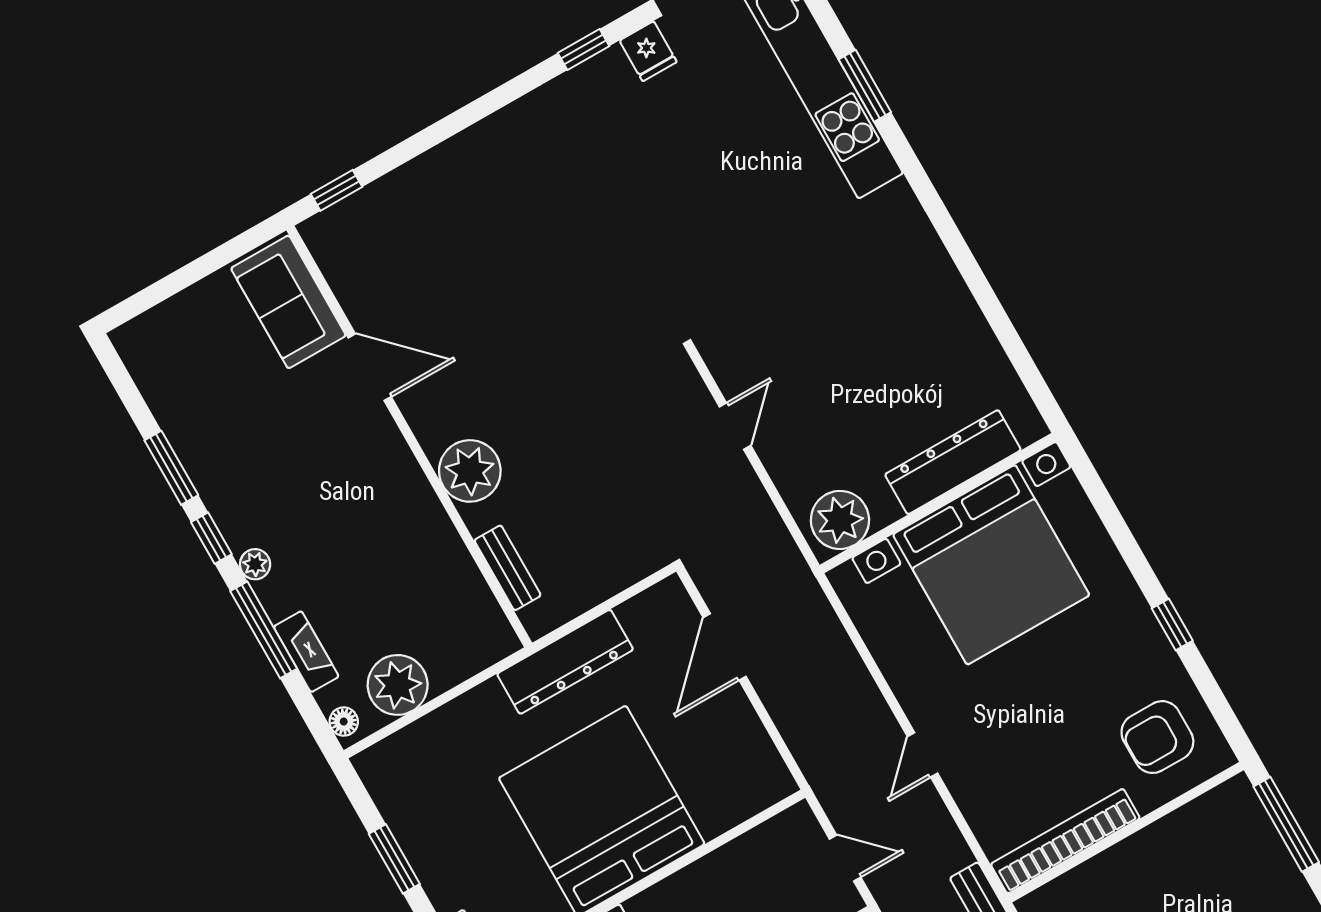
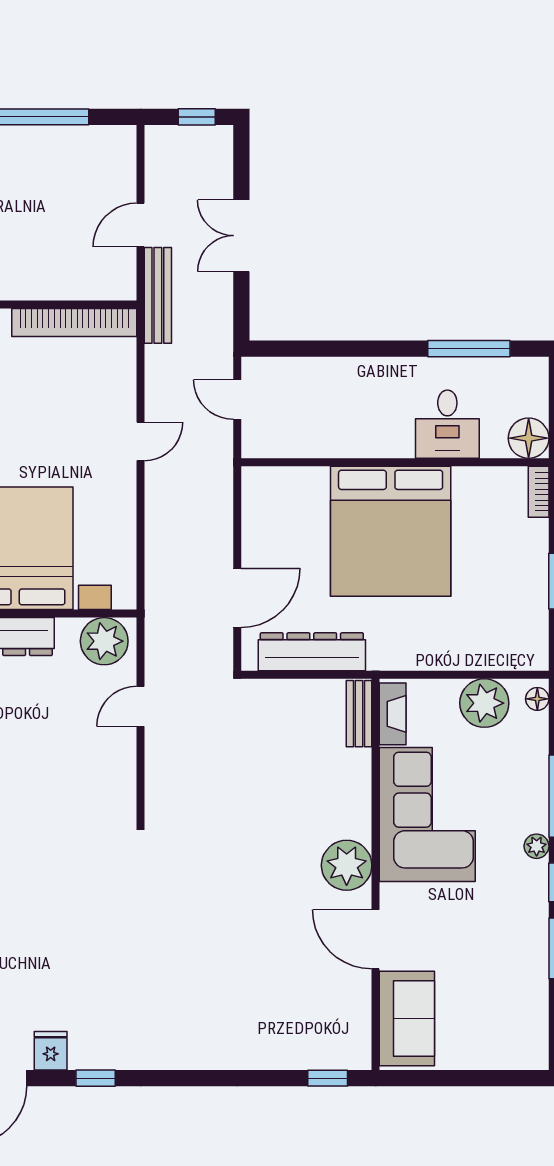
door: (735, 426) -> (141, 706), moved
plant: (470, 471) -> (347, 865), moved
corner sofa: (391, 532) -> (427, 814), added
bench: (508, 568) -> (359, 714), moved
fireplace: (306, 652) -> (393, 714), moved, turned 180
dresser: (565, 662) -> (312, 652), moved

